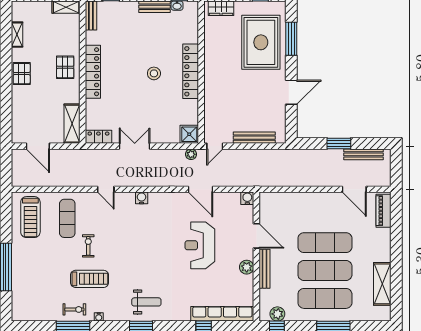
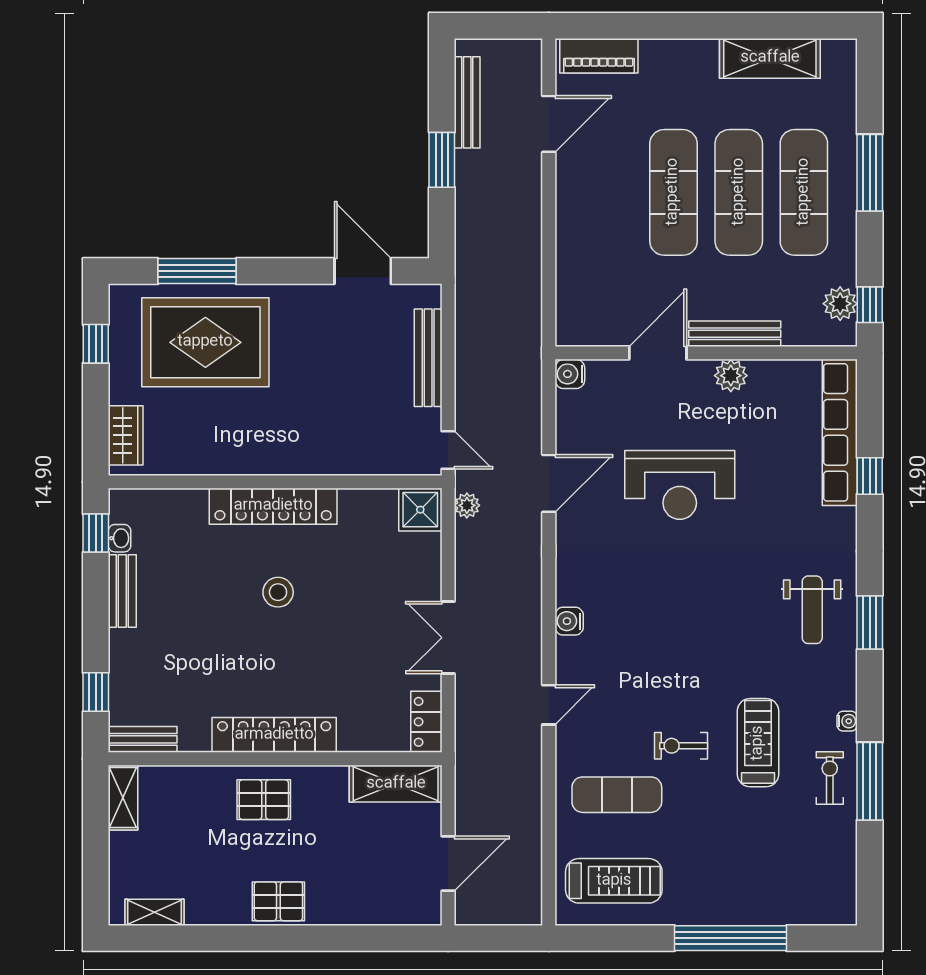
shelving: (17, 35) -> (154, 912), moved
door: (291, 92) -> (363, 271), moved
weight bench: (146, 302) -> (812, 610), turned 180

